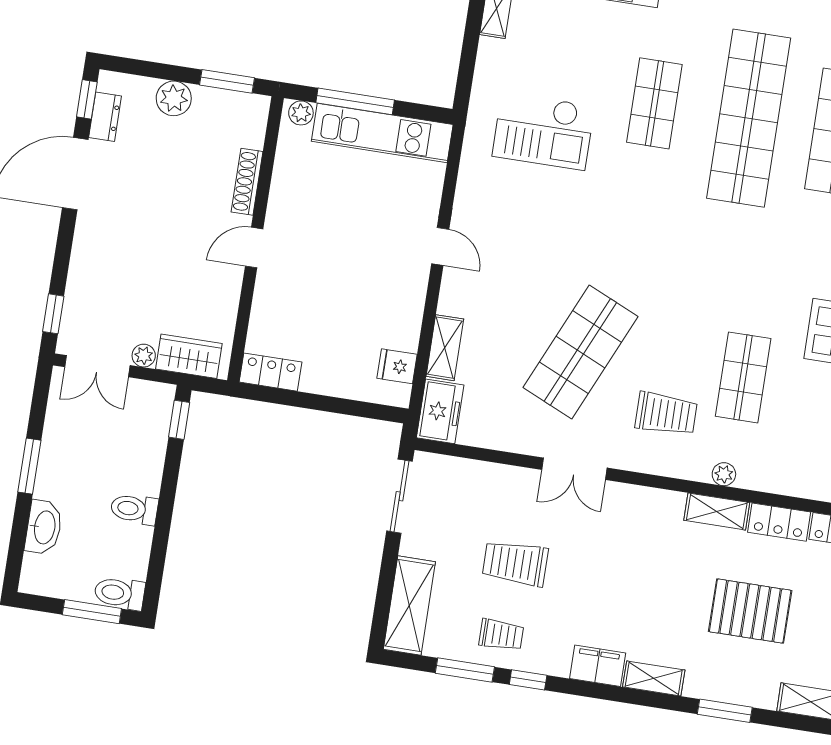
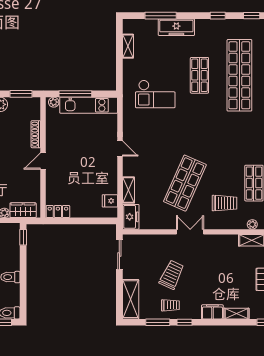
double door: (574, 469) -> (190, 232), swing flipped
trolley: (515, 563) -> (172, 275), turned 115

